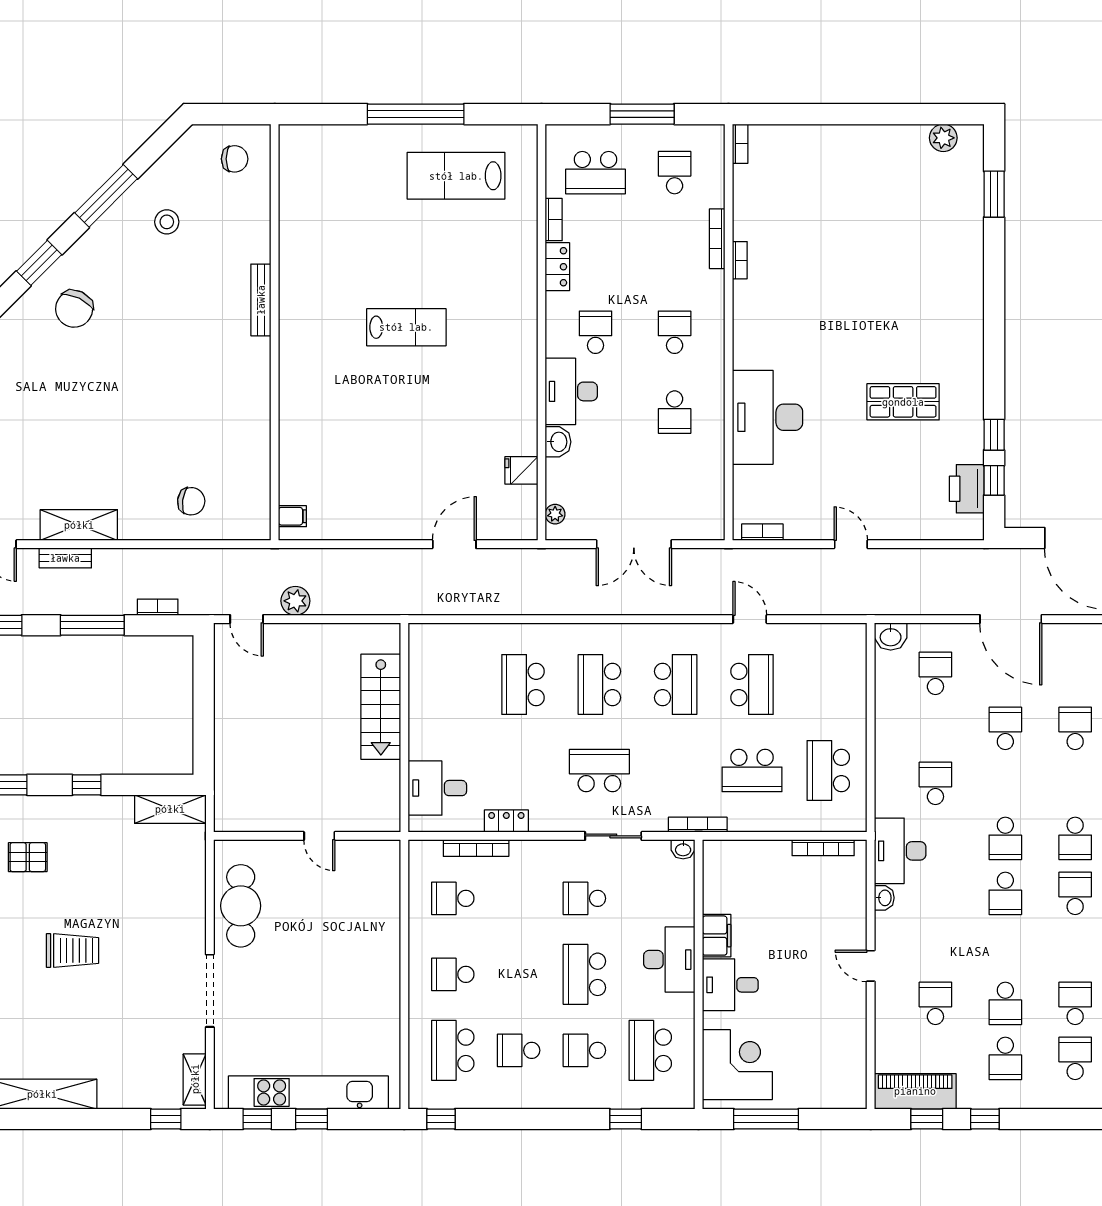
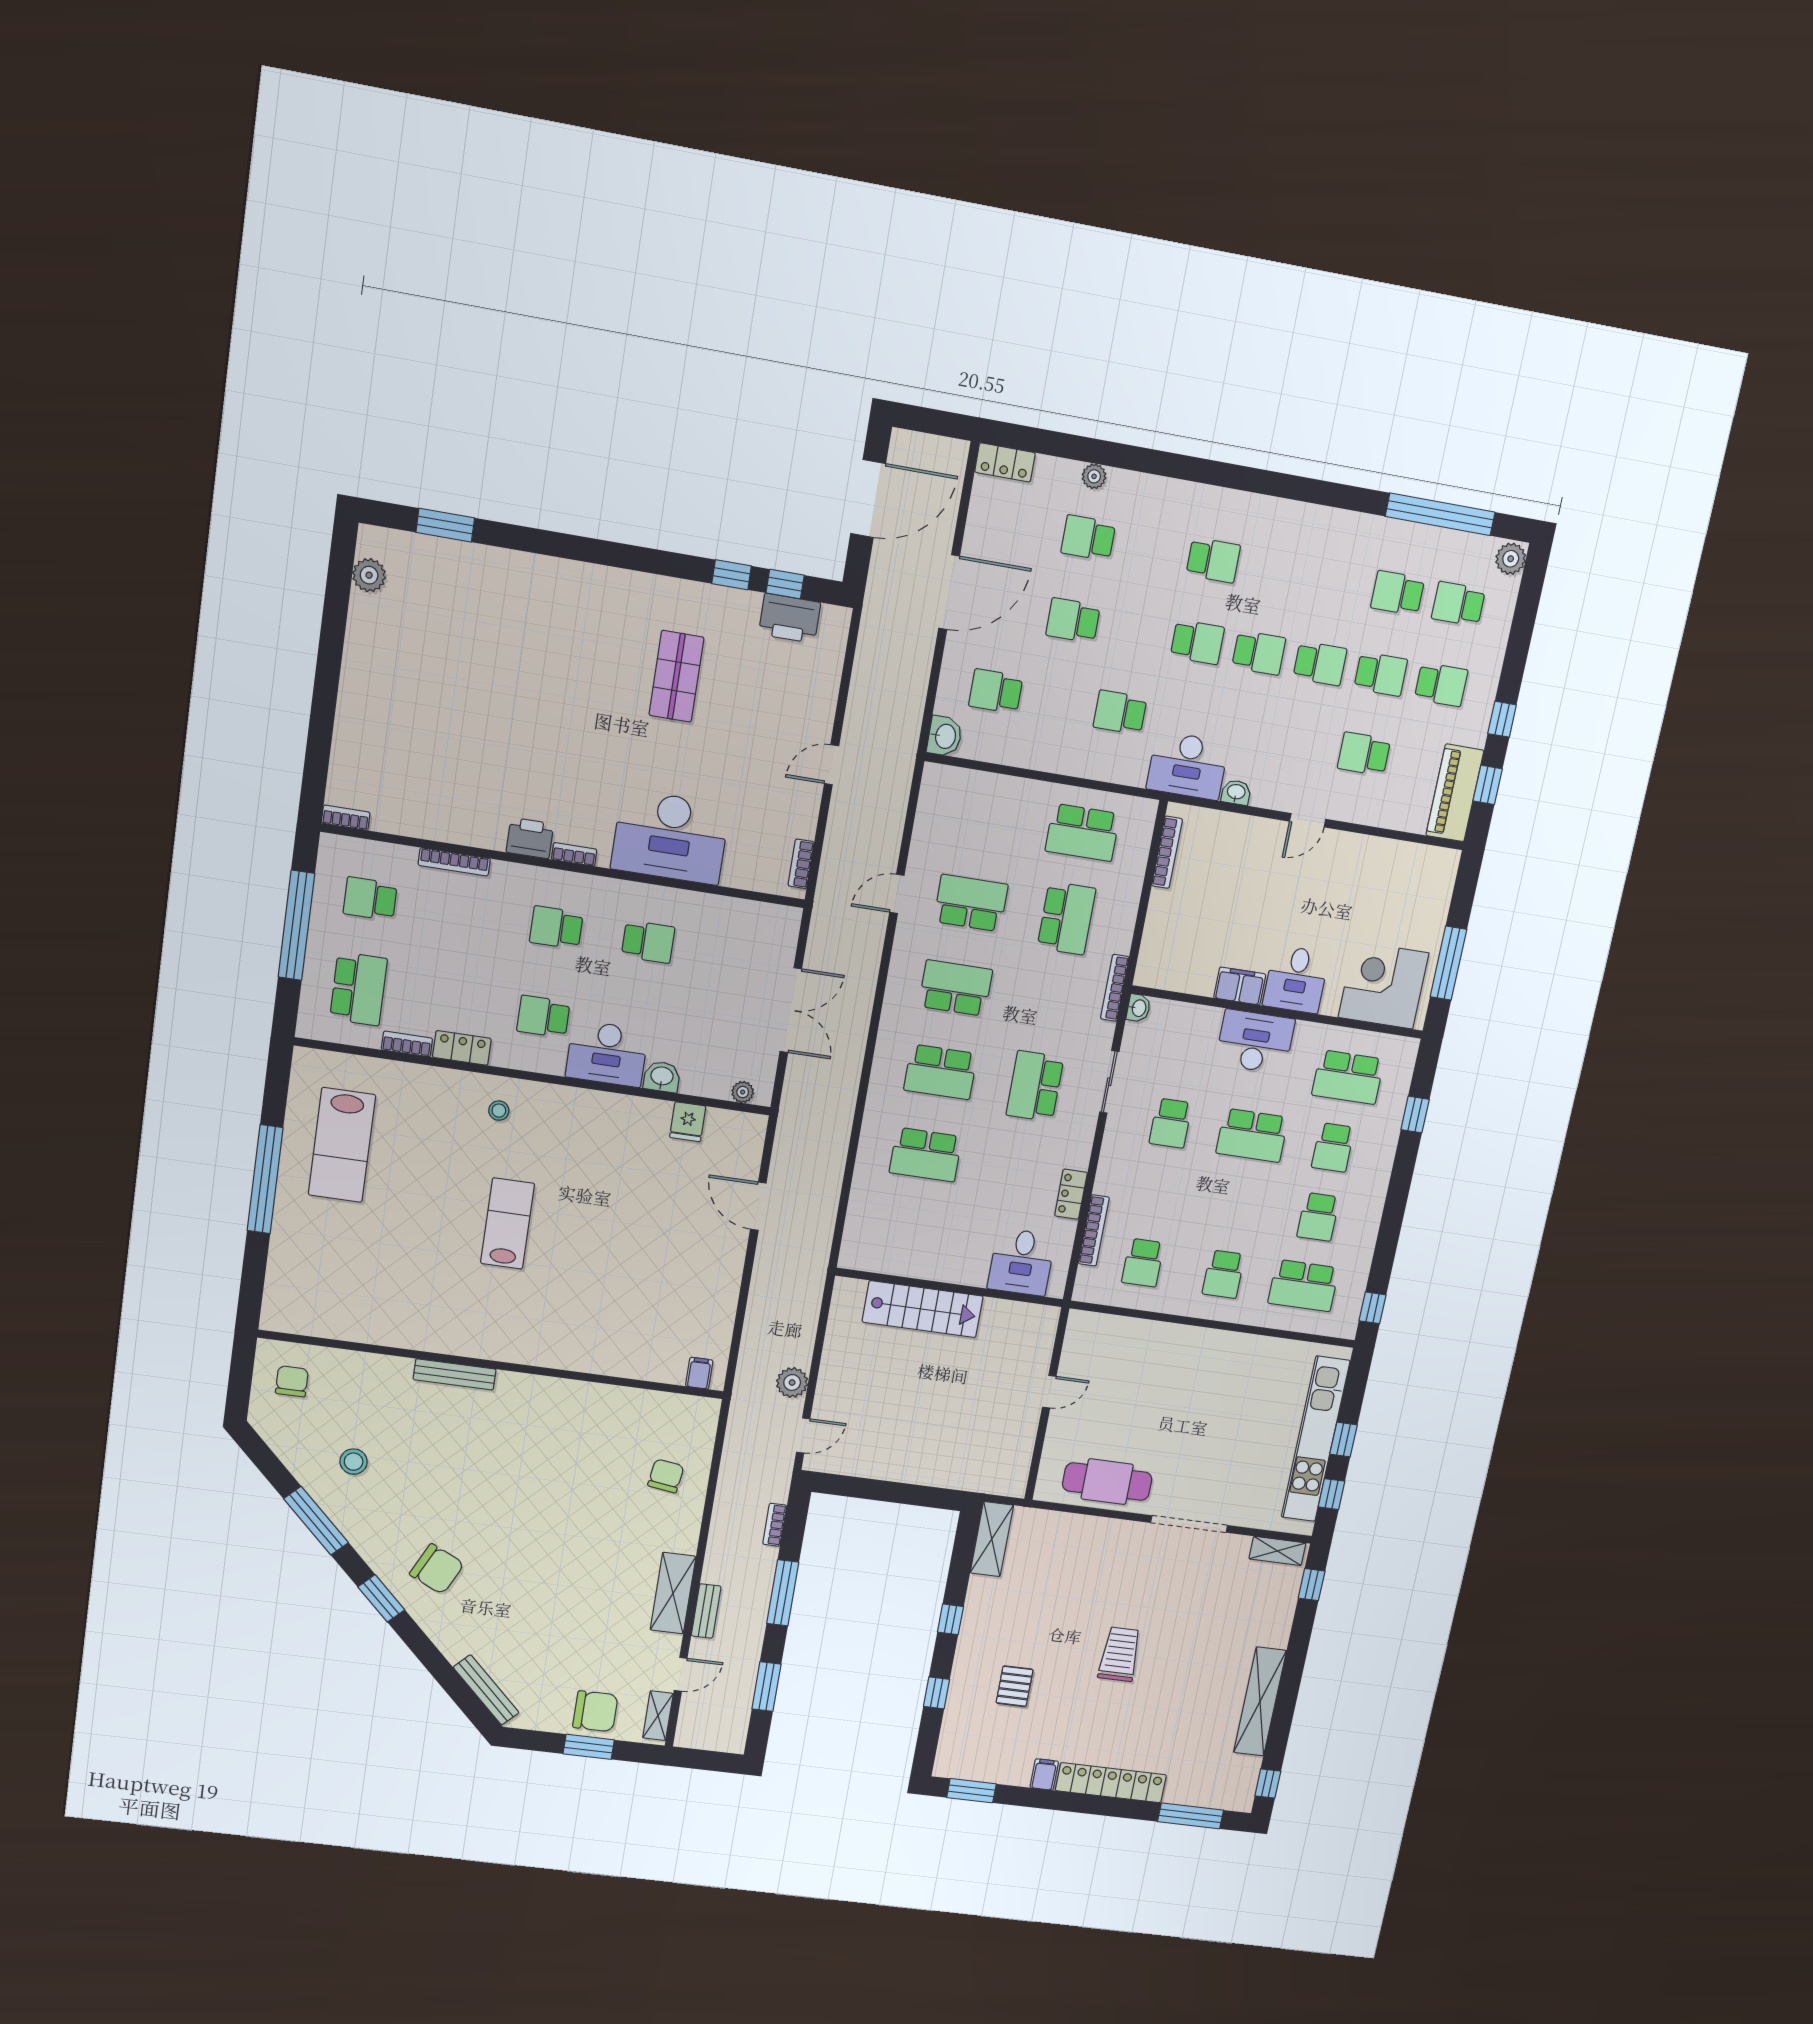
window: (642, 114) -> (296, 925), width x1.46
bookcase: (740, 260) -> (574, 854), moved
printer: (748, 299) -> (530, 838), added
stool: (507, 306) -> (499, 1111), added
school desk: (1075, 893) -> (1320, 663), moved, turned 180

